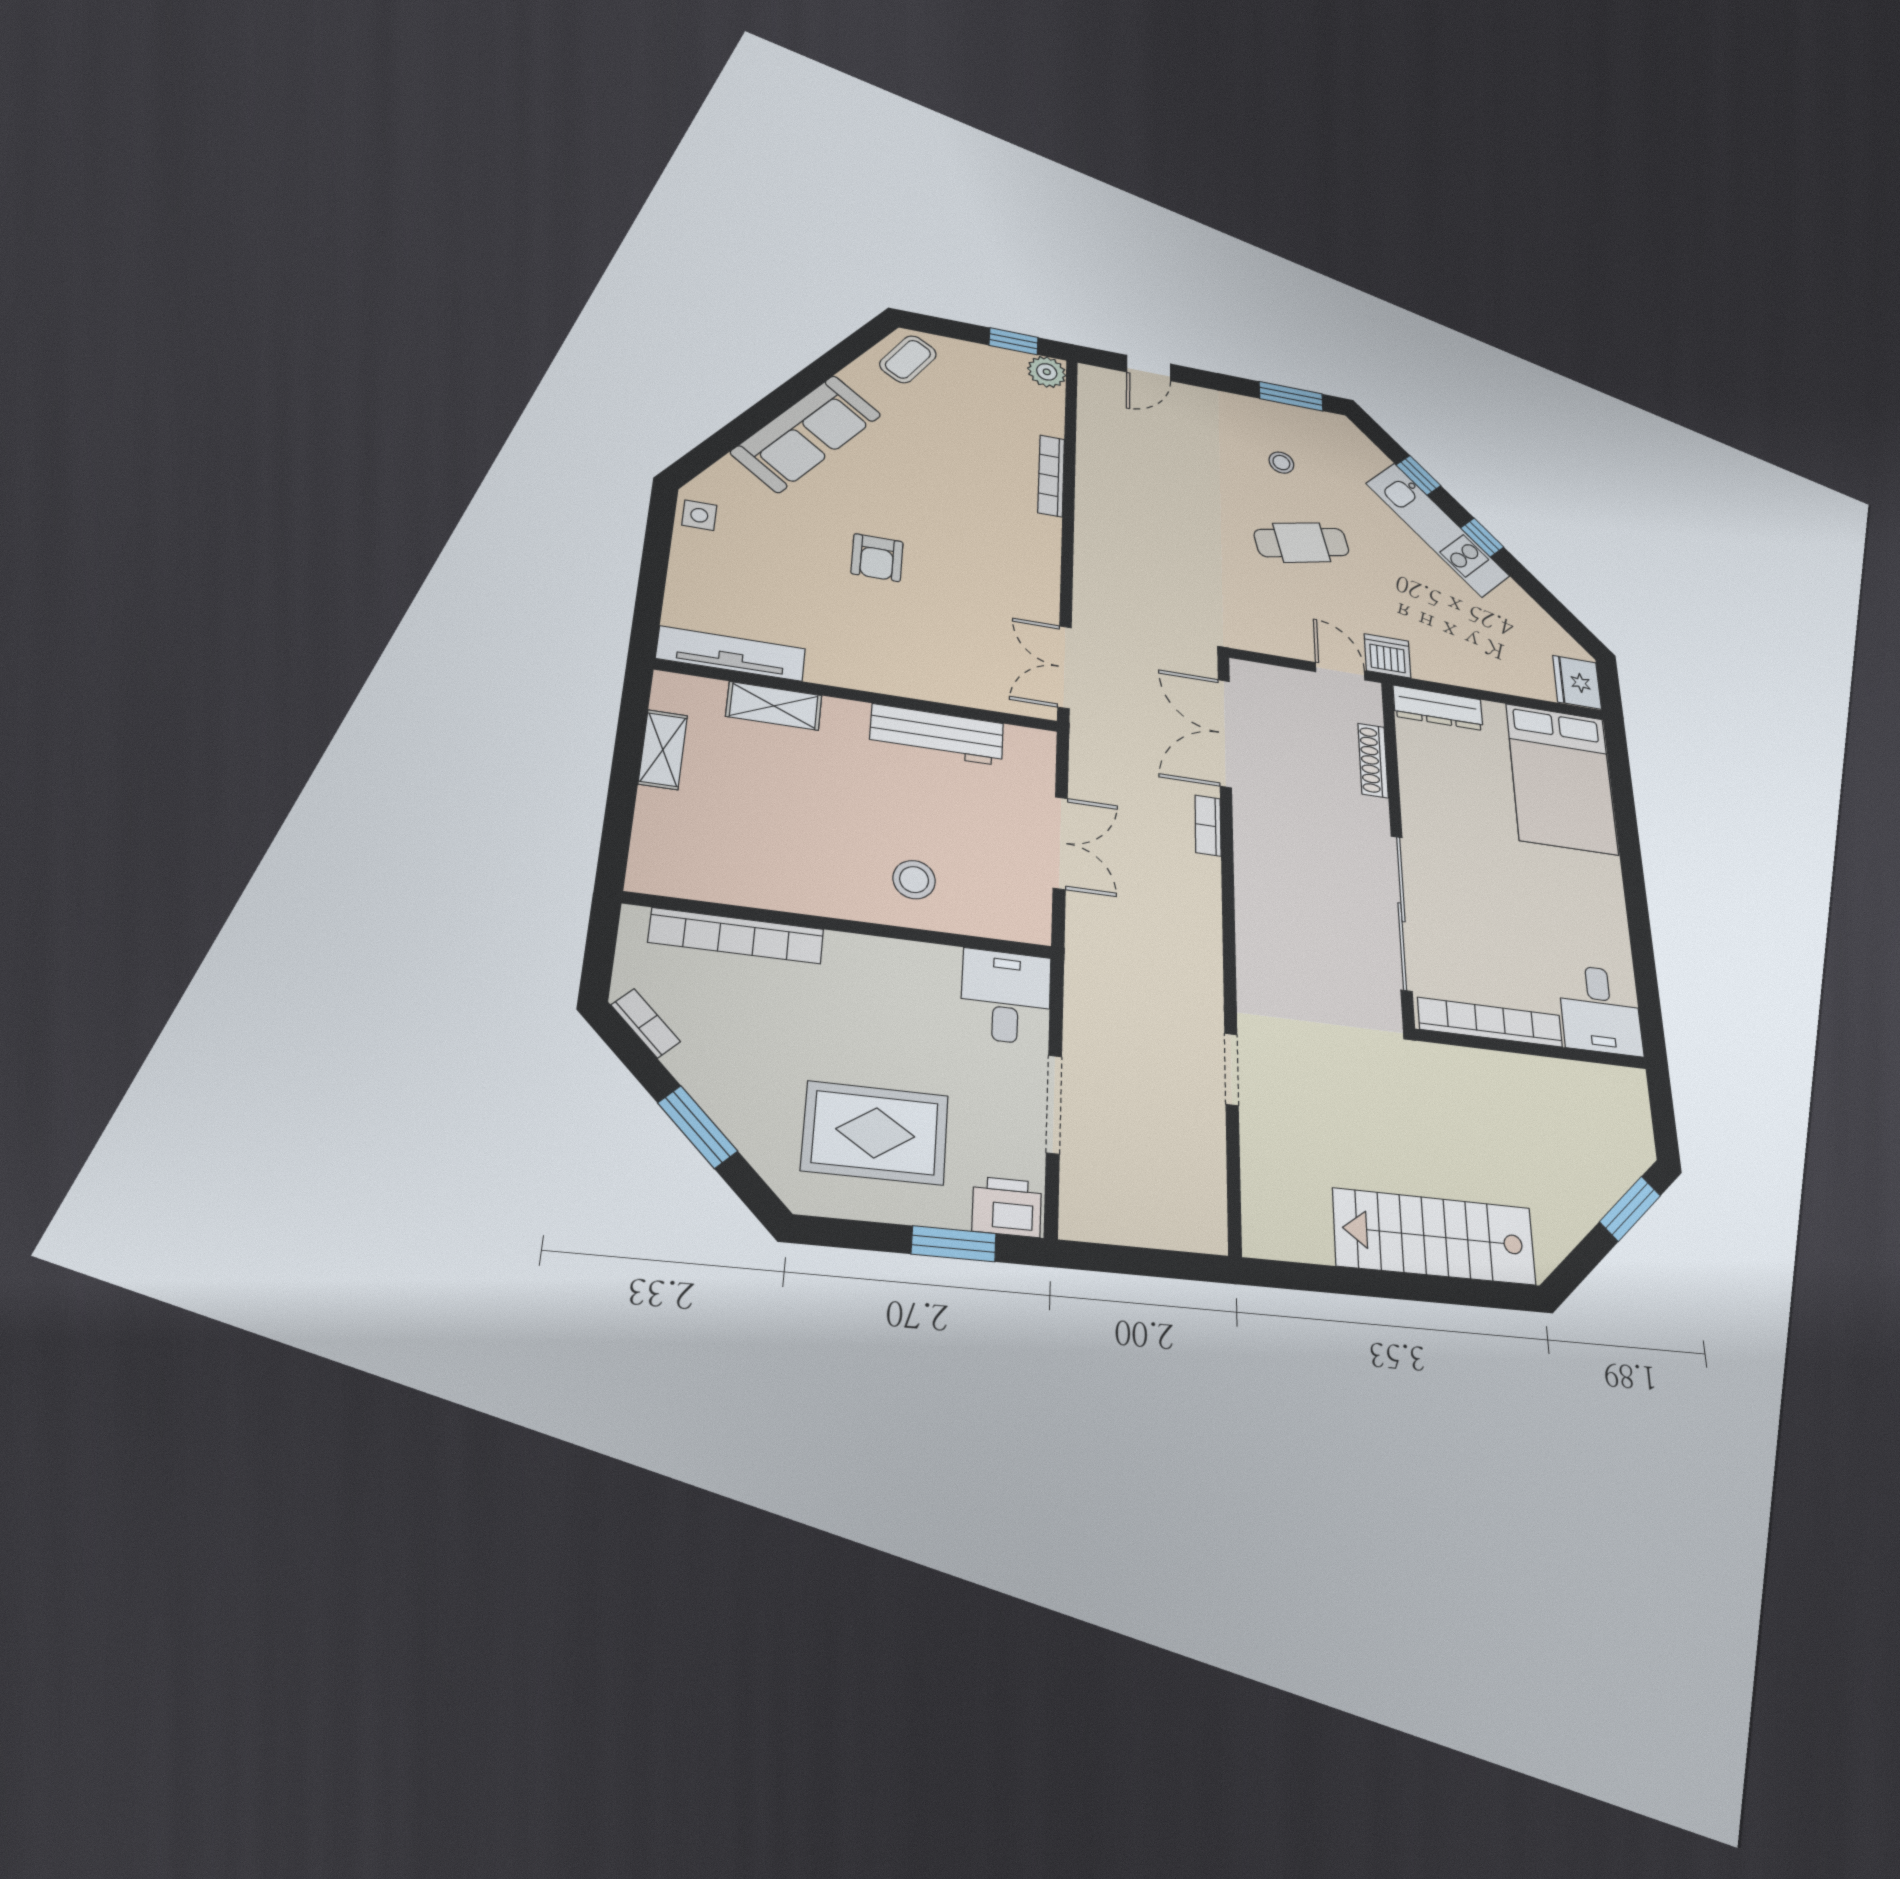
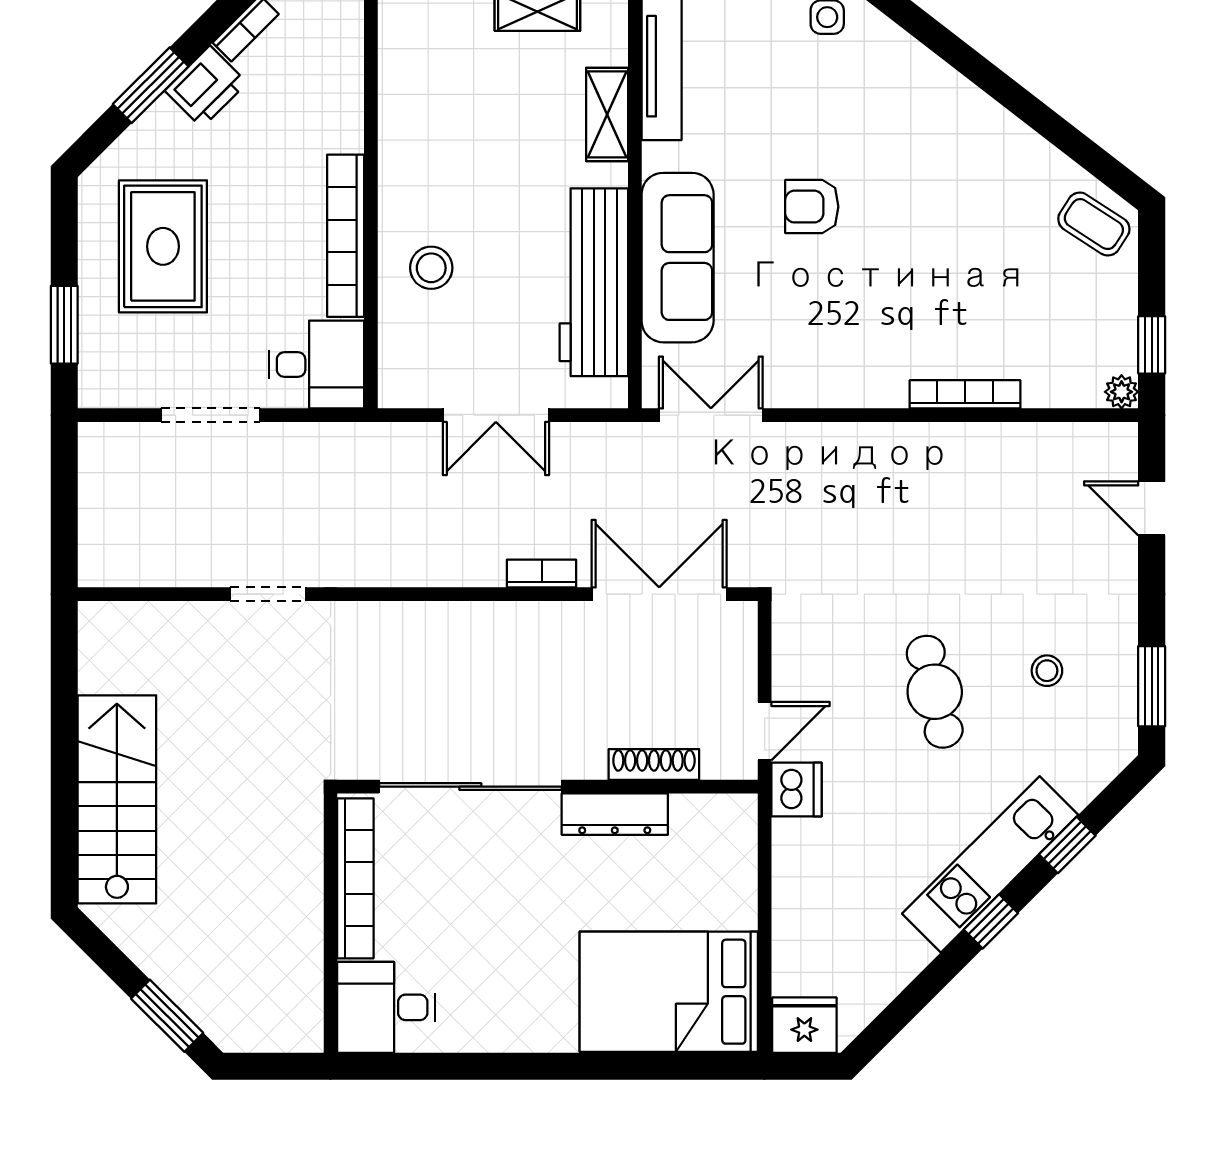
plant: (1047, 372) -> (1122, 392), width x0.73, depth x0.73
sofa: (806, 433) -> (678, 258), moved, turned -128
dresser: (1438, 708) -> (615, 814), moved, turned -90
workbench: (937, 735) -> (594, 282), width x1.36, depth x1.32
bookcase: (737, 936) -> (346, 236), moved
printer: (1007, 1207) -> (206, 87), moved, turned 45

